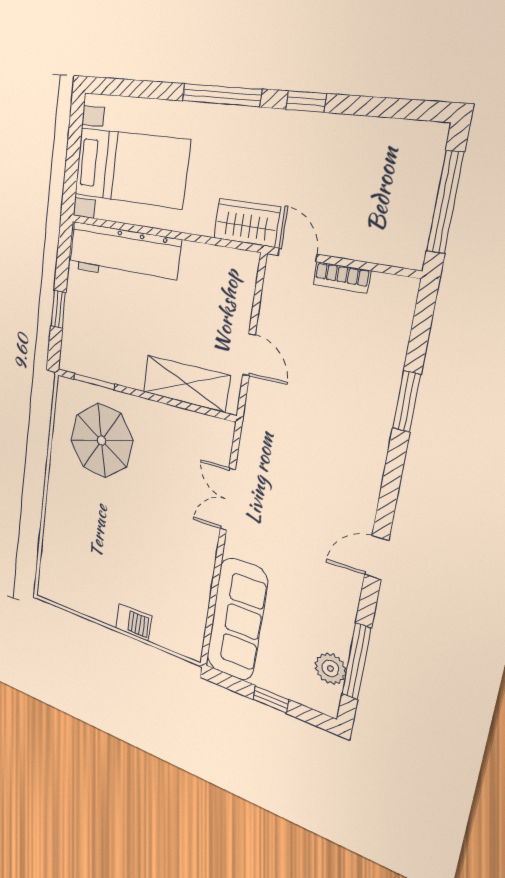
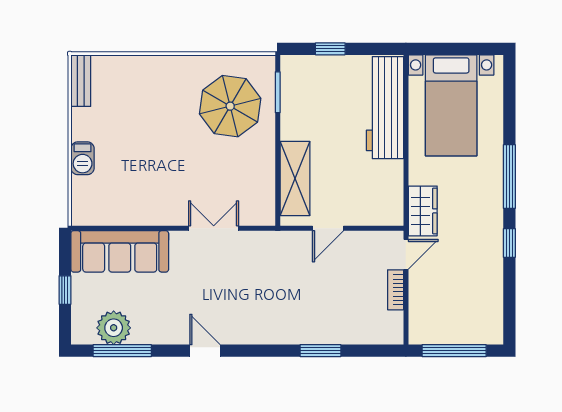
bench: (60, 595) -> (81, 81), added
plant: (330, 668) -> (114, 328), width x1.36, depth x1.36

